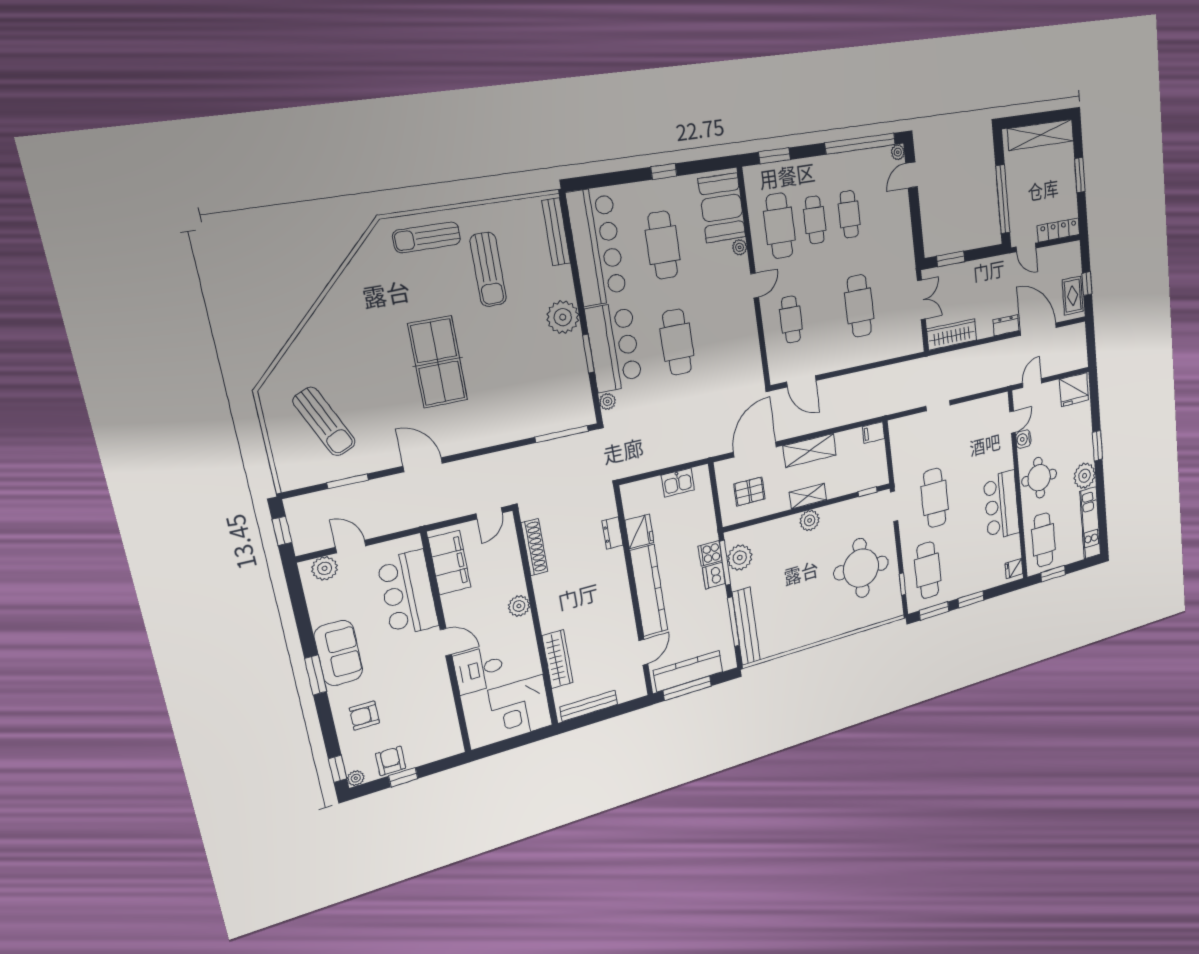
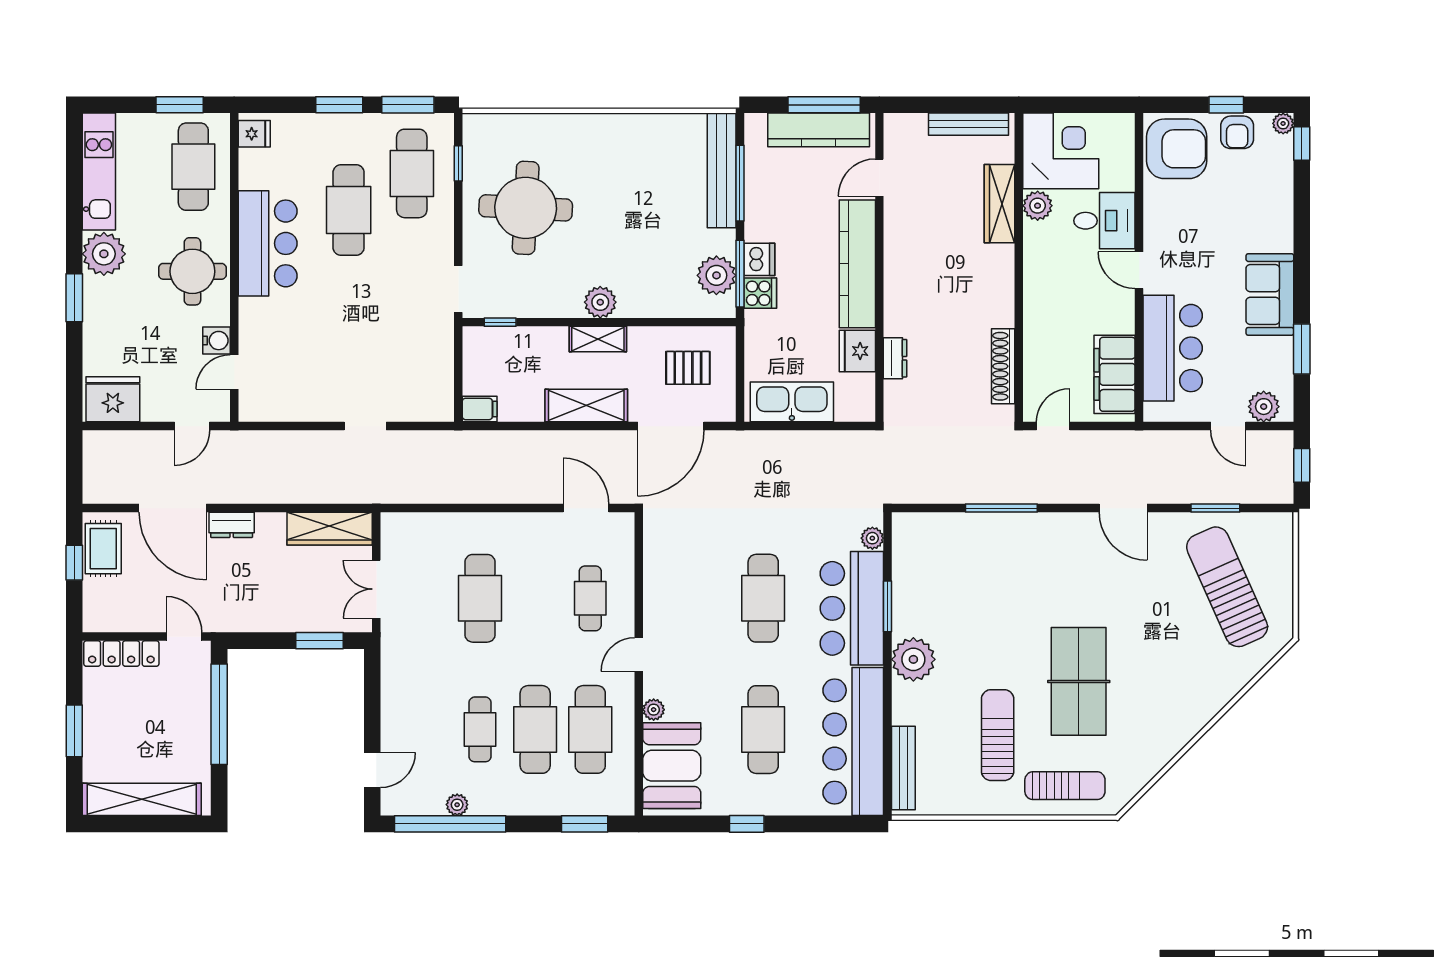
plant: (898, 152) -> (457, 805), moved
cafe table: (815, 220) -> (535, 729), width x1.37, depth x1.35
table tennis table: (438, 362) -> (1079, 681), moved
sun lounger: (324, 422) -> (1227, 587), width x1.36, depth x1.34
window: (562, 434) -> (1001, 508), moved
kitchen sink: (678, 482) -> (792, 402), width x1.88, depth x1.24
cafe table: (935, 498) -> (349, 210), moved
plant: (519, 606) -> (1038, 206), moved
window: (316, 675) -> (1302, 349), moved
armchair: (364, 715) -> (1177, 149), moved, width x1.88, depth x1.88

